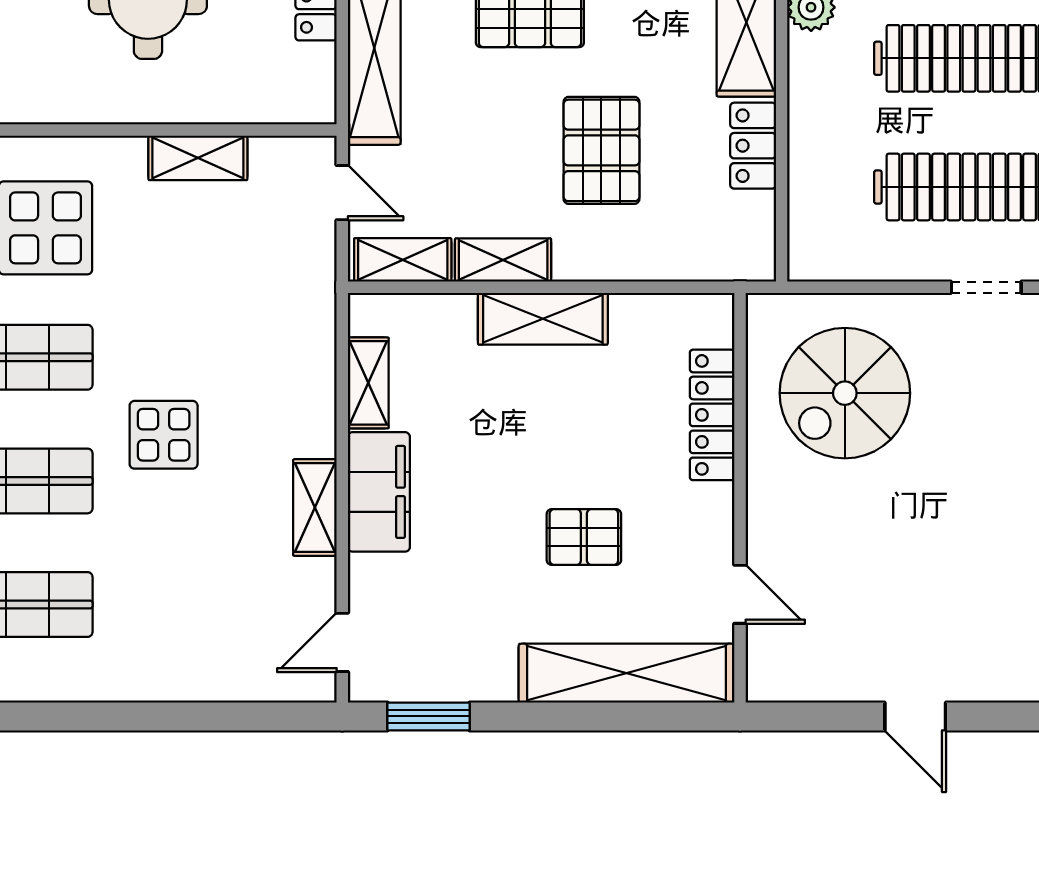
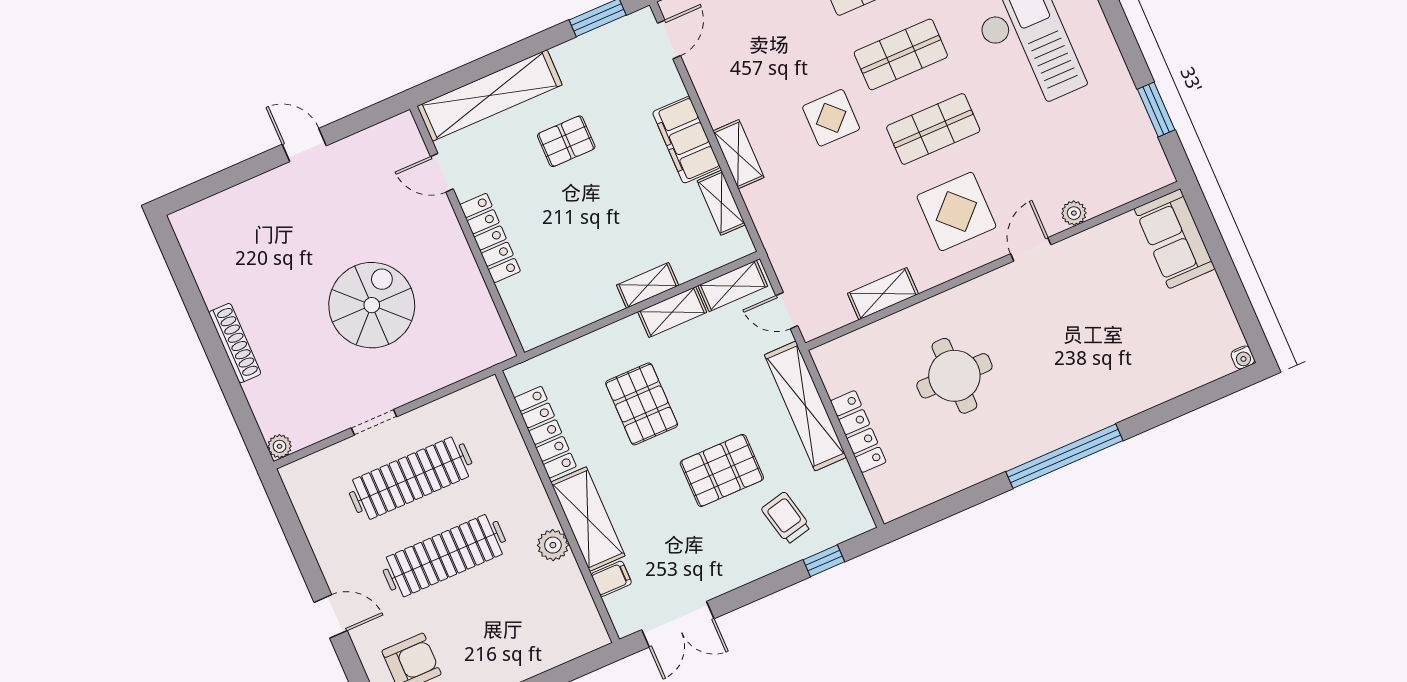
locker: (753, 146) -> (545, 432), width x1.53
shelving: (543, 319) -> (648, 285), width x0.67, depth x0.75
spiral stairs: (845, 393) -> (372, 305), moved
locker: (712, 415) -> (490, 238), moved
shelving: (315, 508) -> (738, 154), moved
pallet: (584, 537) -> (566, 141), moved

